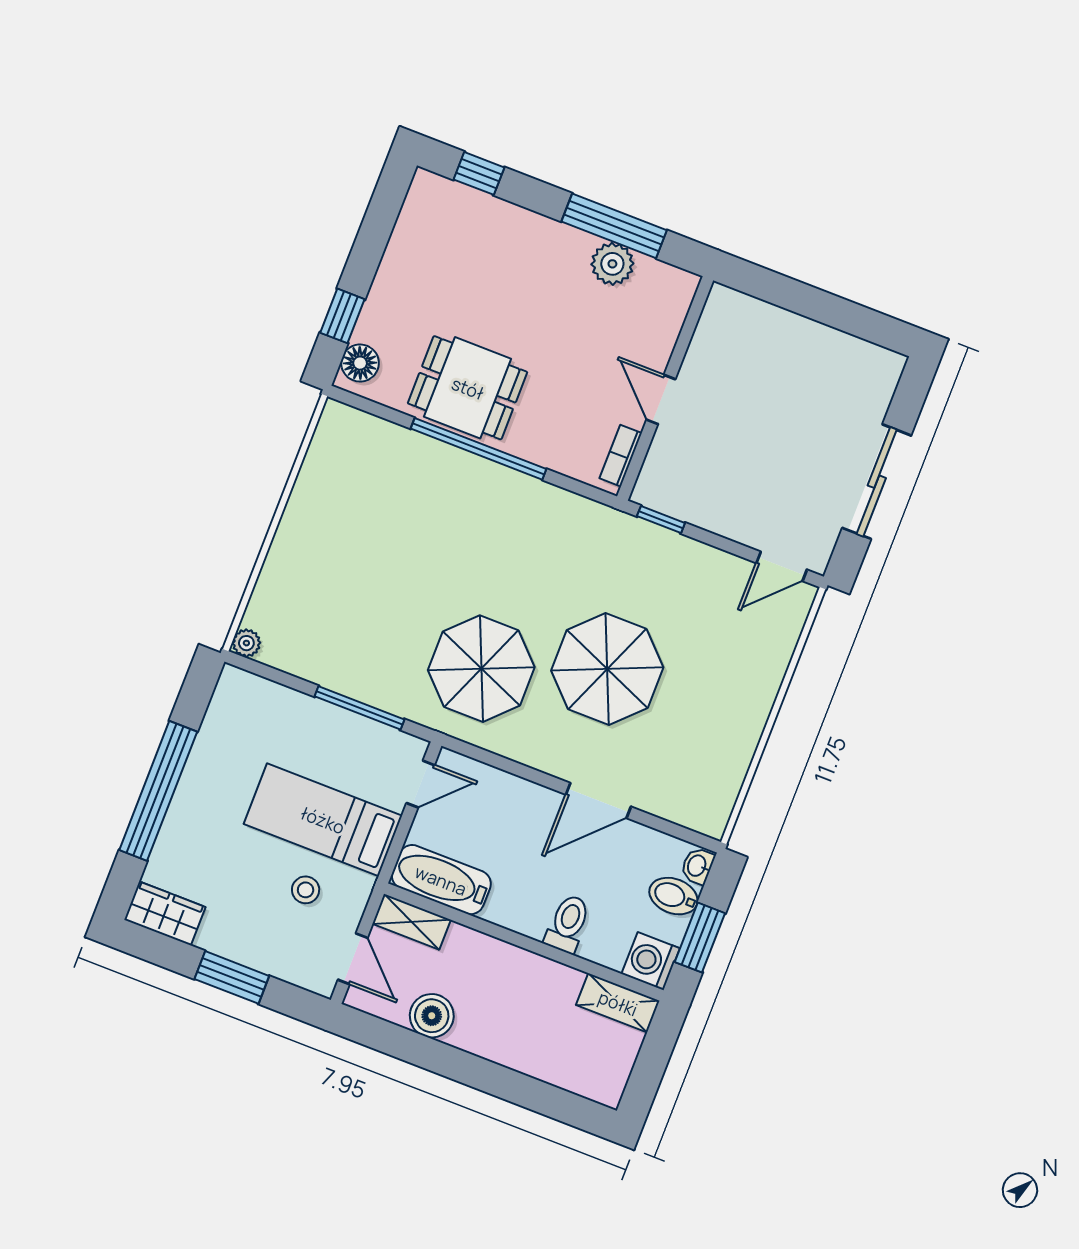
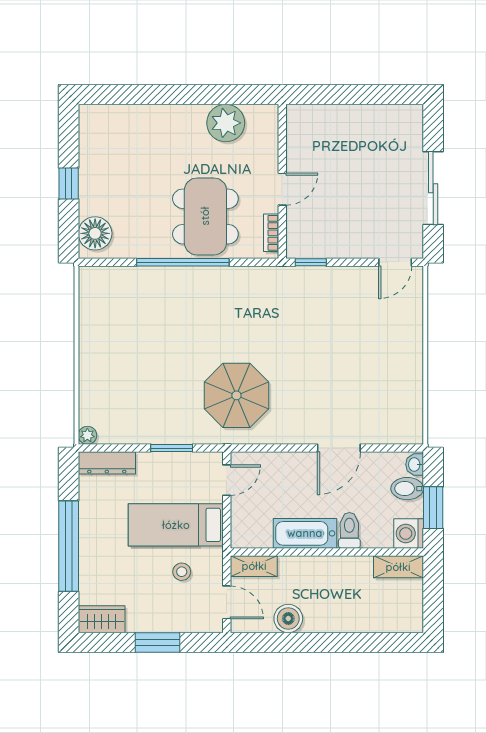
window: (479, 173) -> (118, 94), removed
window: (614, 226) -> (213, 94), removed
plant: (612, 264) -> (226, 123), width x1.36, depth x1.36
window: (342, 316) -> (69, 183), moved
floor lamp: (360, 363) -> (95, 233), width x1.38, depth x1.38
dining table: (468, 388) -> (205, 216), moved, width x1.38
door: (661, 399) -> (282, 189), swing flipped
parasol: (607, 669) -> (313, 366), removed
dresser: (259, 693) -> (107, 463), added
window: (359, 708) -> (172, 448), width x0.69
bathtub: (441, 880) -> (305, 533), moved

